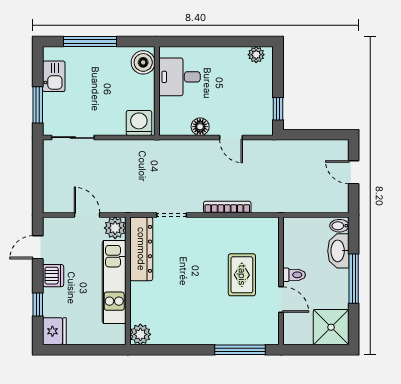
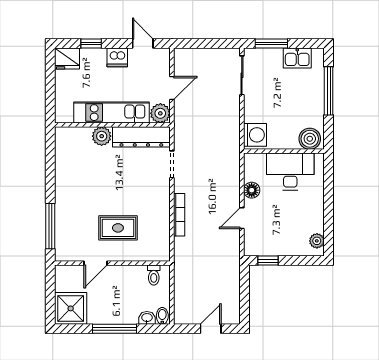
desk: (179, 77) -> (290, 172), width x1.37
washbasin: (338, 251) -> (147, 318), width x0.52, depth x0.69
toilet: (294, 275) -> (154, 275), moved
plant: (140, 334) -> (102, 136), moved

